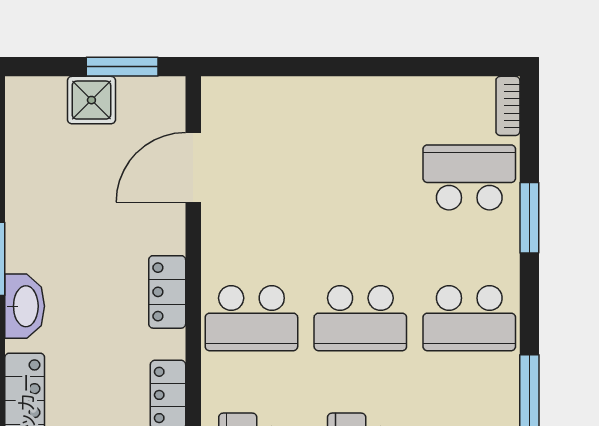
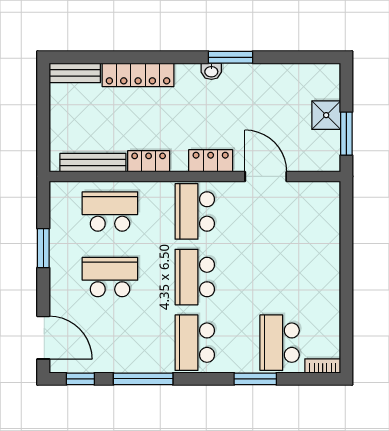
door: (193, 167) -> (266, 176), moved
school desk: (469, 177) -> (280, 343), turned 180
washbasin: (25, 306) -> (211, 71), width x0.52, depth x0.69

